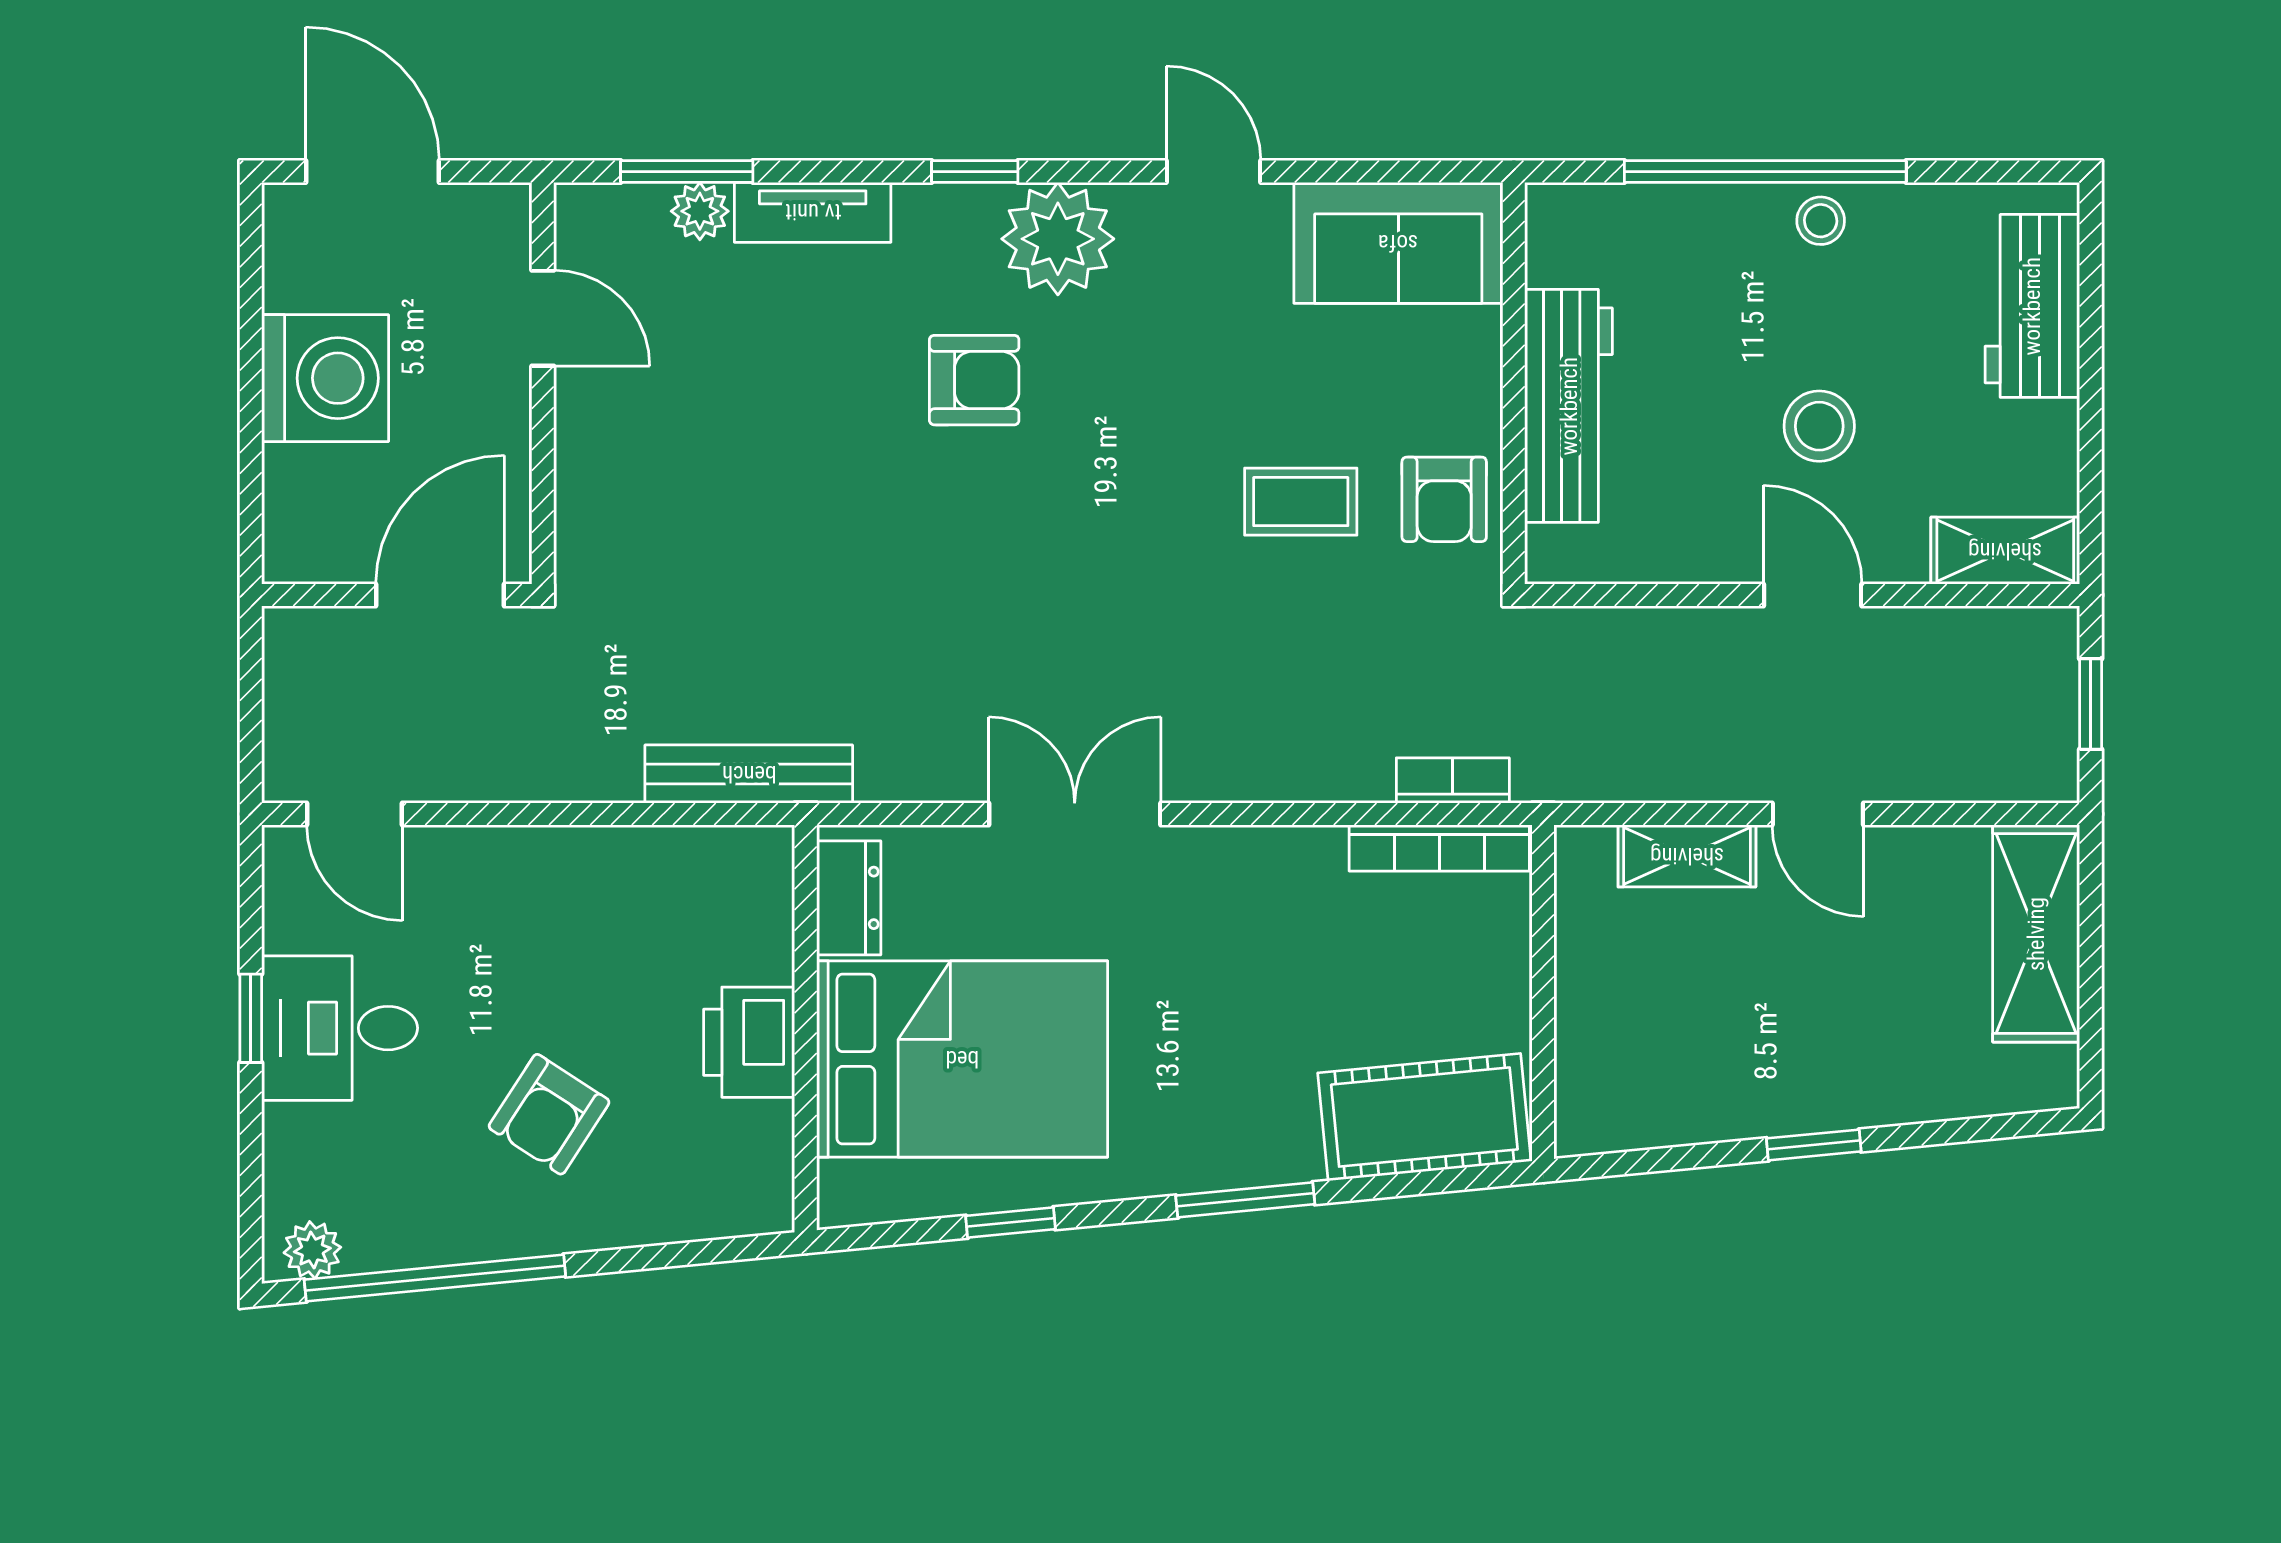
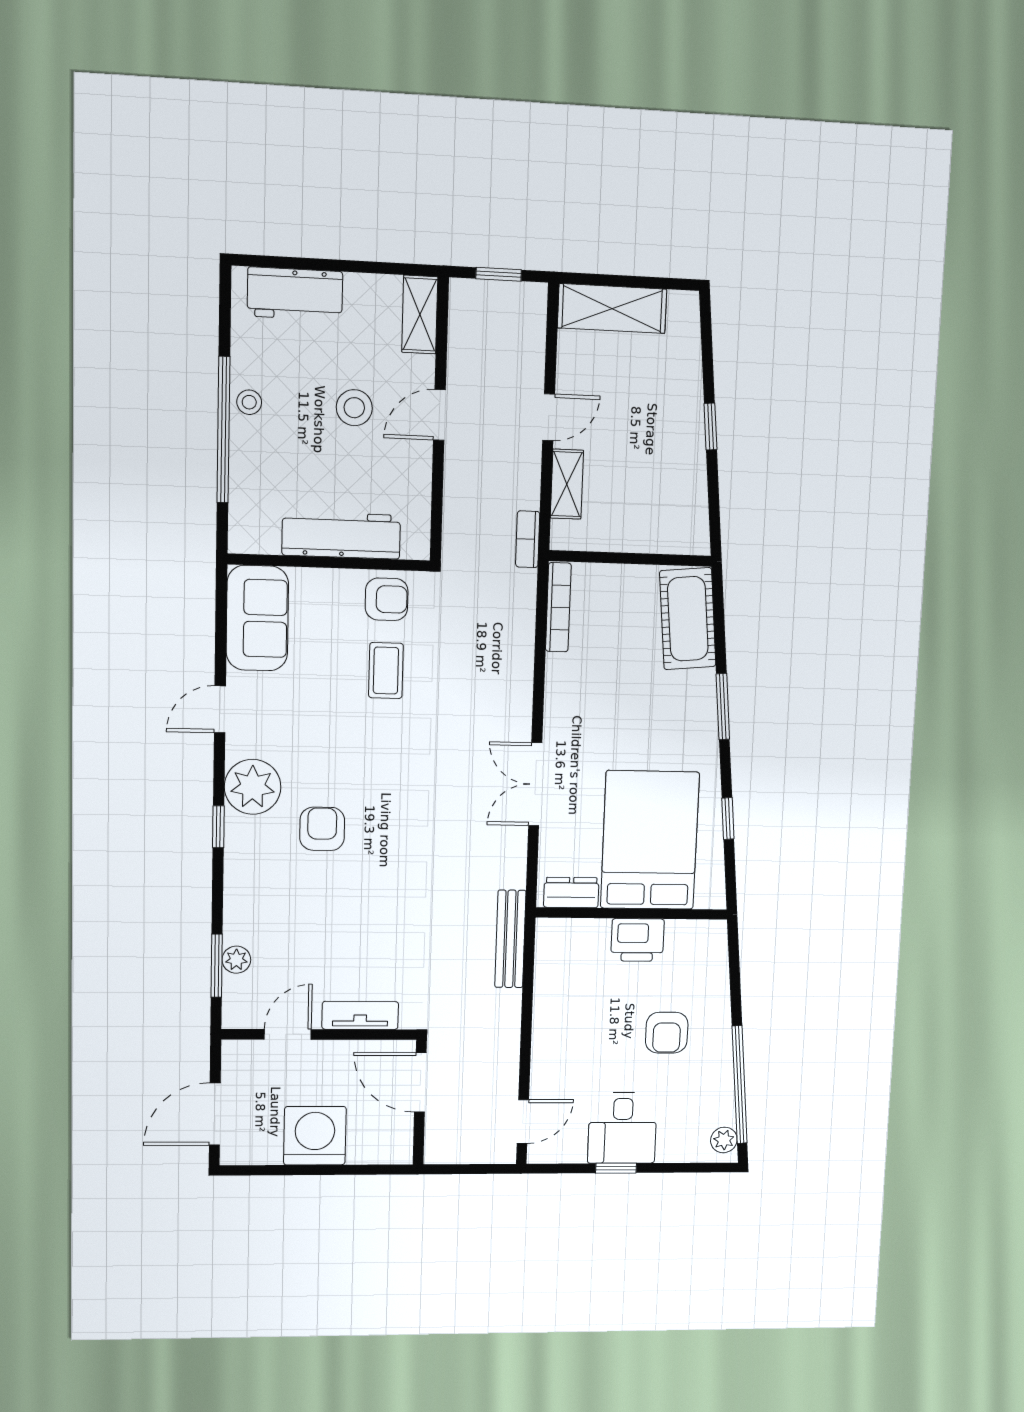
tv unit: (813, 212) -> (360, 1015), moved, turned -90
bookcase: (1453, 780) -> (528, 539), moved
armchair: (549, 1114) -> (667, 1033), turned 57

